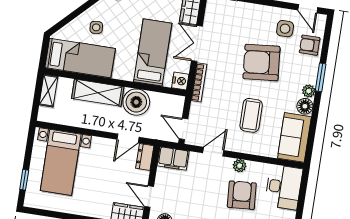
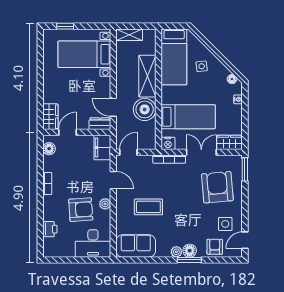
armchair: (261, 63) -> (217, 187), moved
shelving: (48, 91) -> (129, 35), moved
floor lamp: (305, 106) -> (190, 251), moved

